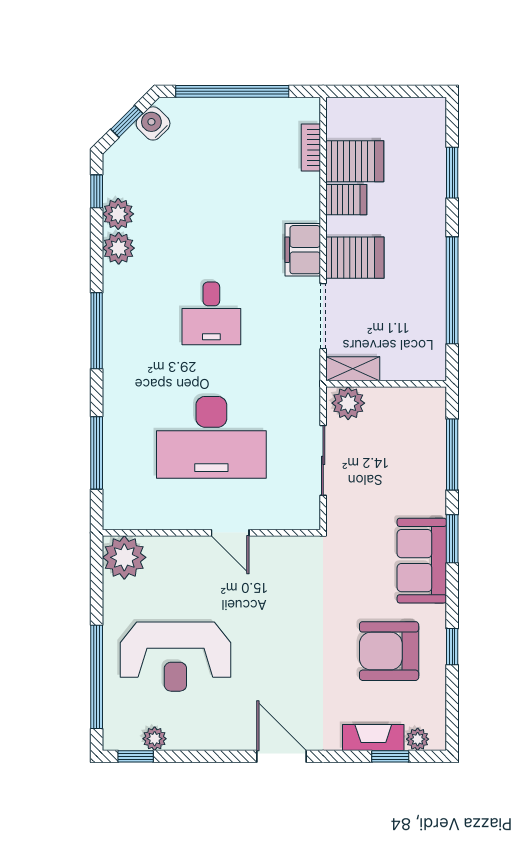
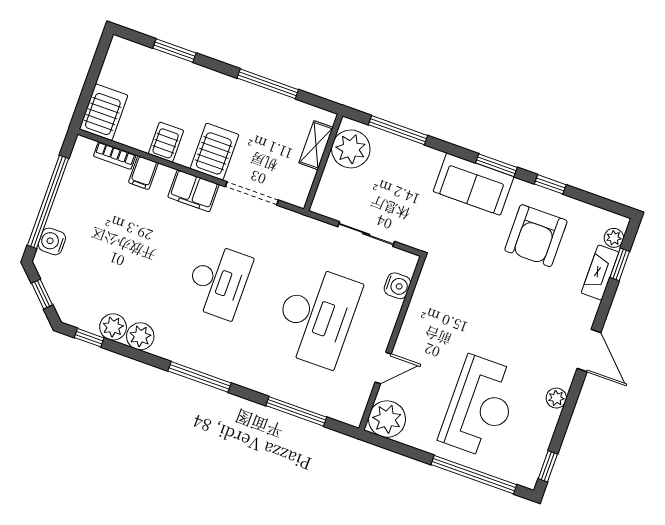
water cooler: (153, 123) -> (52, 241), moved, turned 45
server rack: (355, 161) -> (103, 112), moved
filing cabinet: (303, 186) -> (143, 173), added
window: (452, 290) -> (268, 84), width x0.68
desk: (211, 313) -> (218, 281), width x1.37
shelving: (353, 369) -> (316, 145), moved
plant: (348, 403) -> (351, 149), moved, width x1.36, depth x1.36
water cooler: (278, 516) -> (397, 286), added
door: (230, 533) -> (383, 368), moved
window: (452, 539) -> (496, 165), moved
plant: (155, 739) -> (556, 398), moved
door: (281, 756) -> (589, 351), swing flipped

